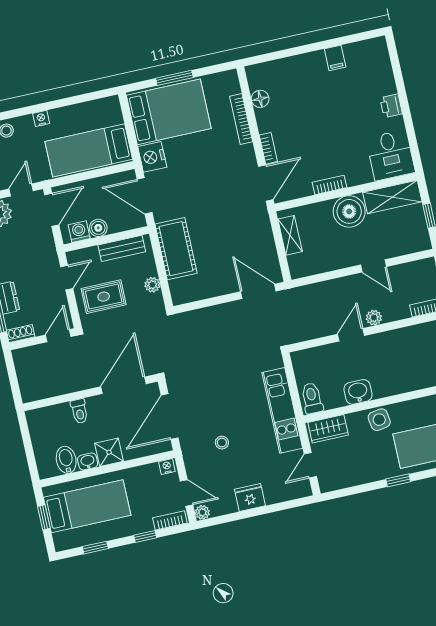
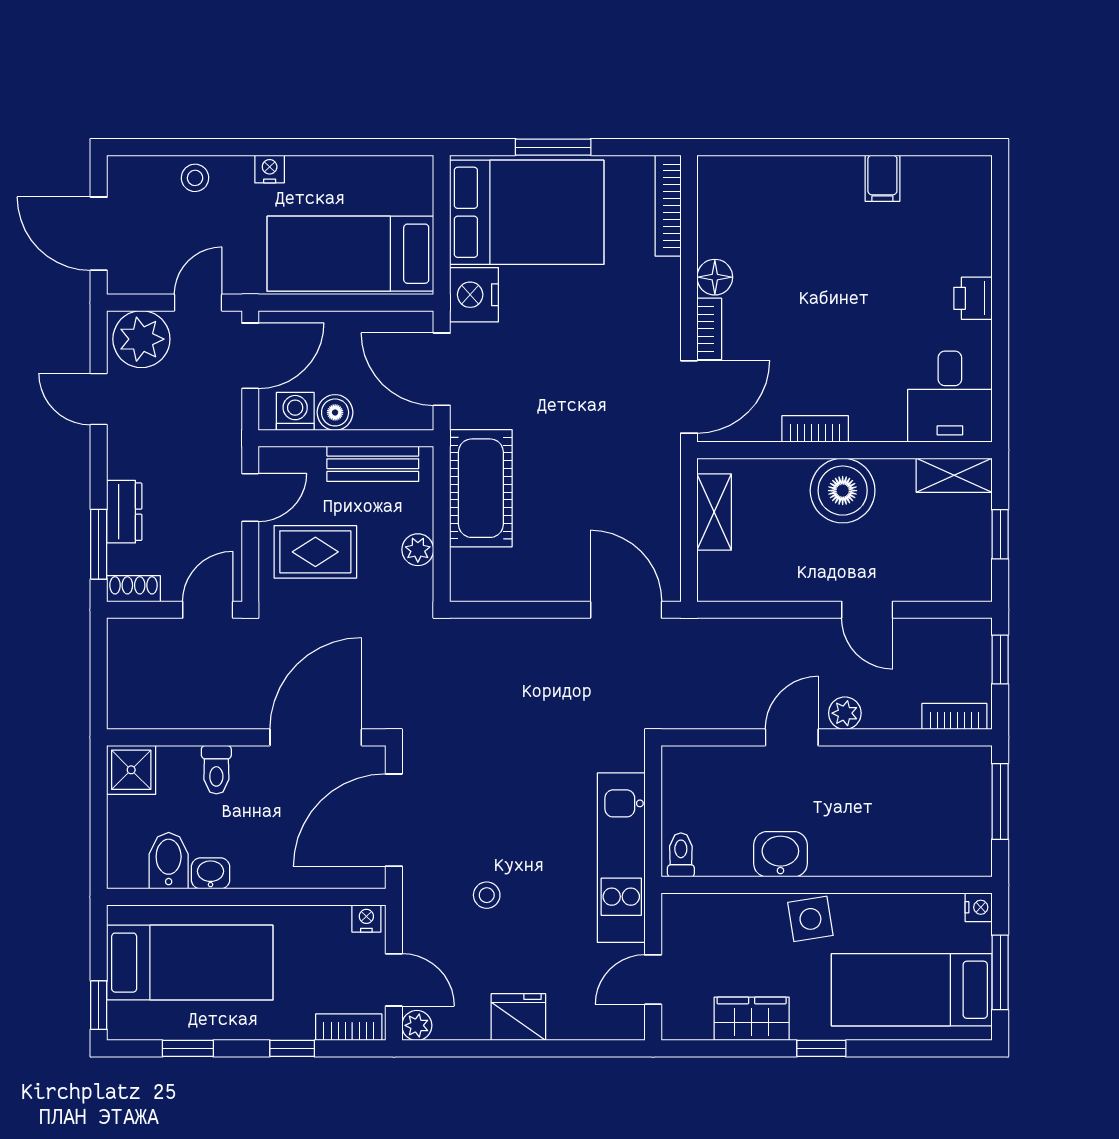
floor lamp: (260, 99) -> (715, 277), moved
bookcase: (241, 119) -> (668, 206), moved
shelving: (392, 197) -> (954, 475), width x0.67, depth x0.75
toilet: (312, 398) -> (681, 855), width x0.73, depth x0.72
wardrobe: (328, 429) -> (752, 1019), moved, turned 180
shower: (109, 452) -> (131, 770), moved
window: (44, 517) -> (99, 1005), moved

